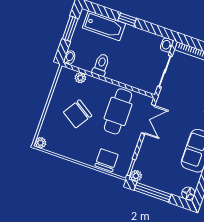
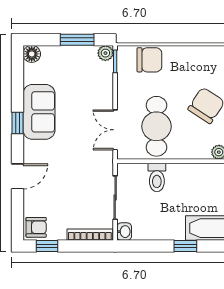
toilet: (101, 65) -> (157, 177), moved
chair: (107, 160) -> (149, 60), turned -90
window: (153, 192) -> (77, 40), width x0.69

